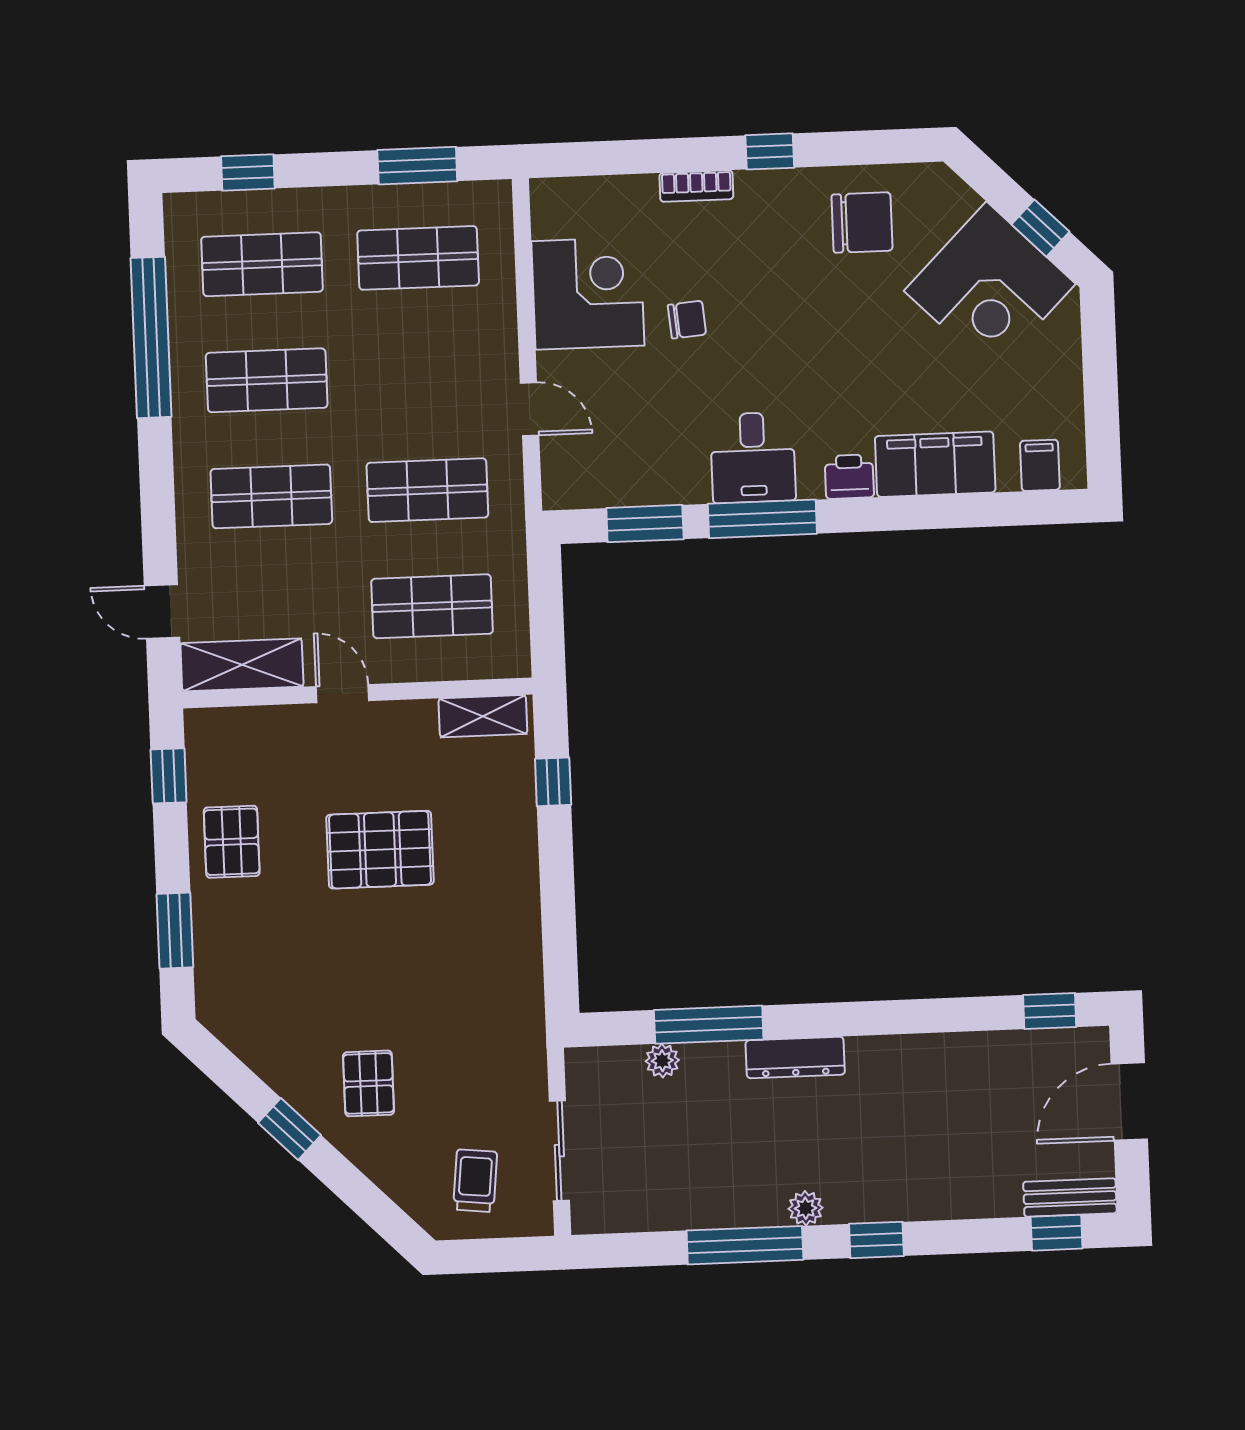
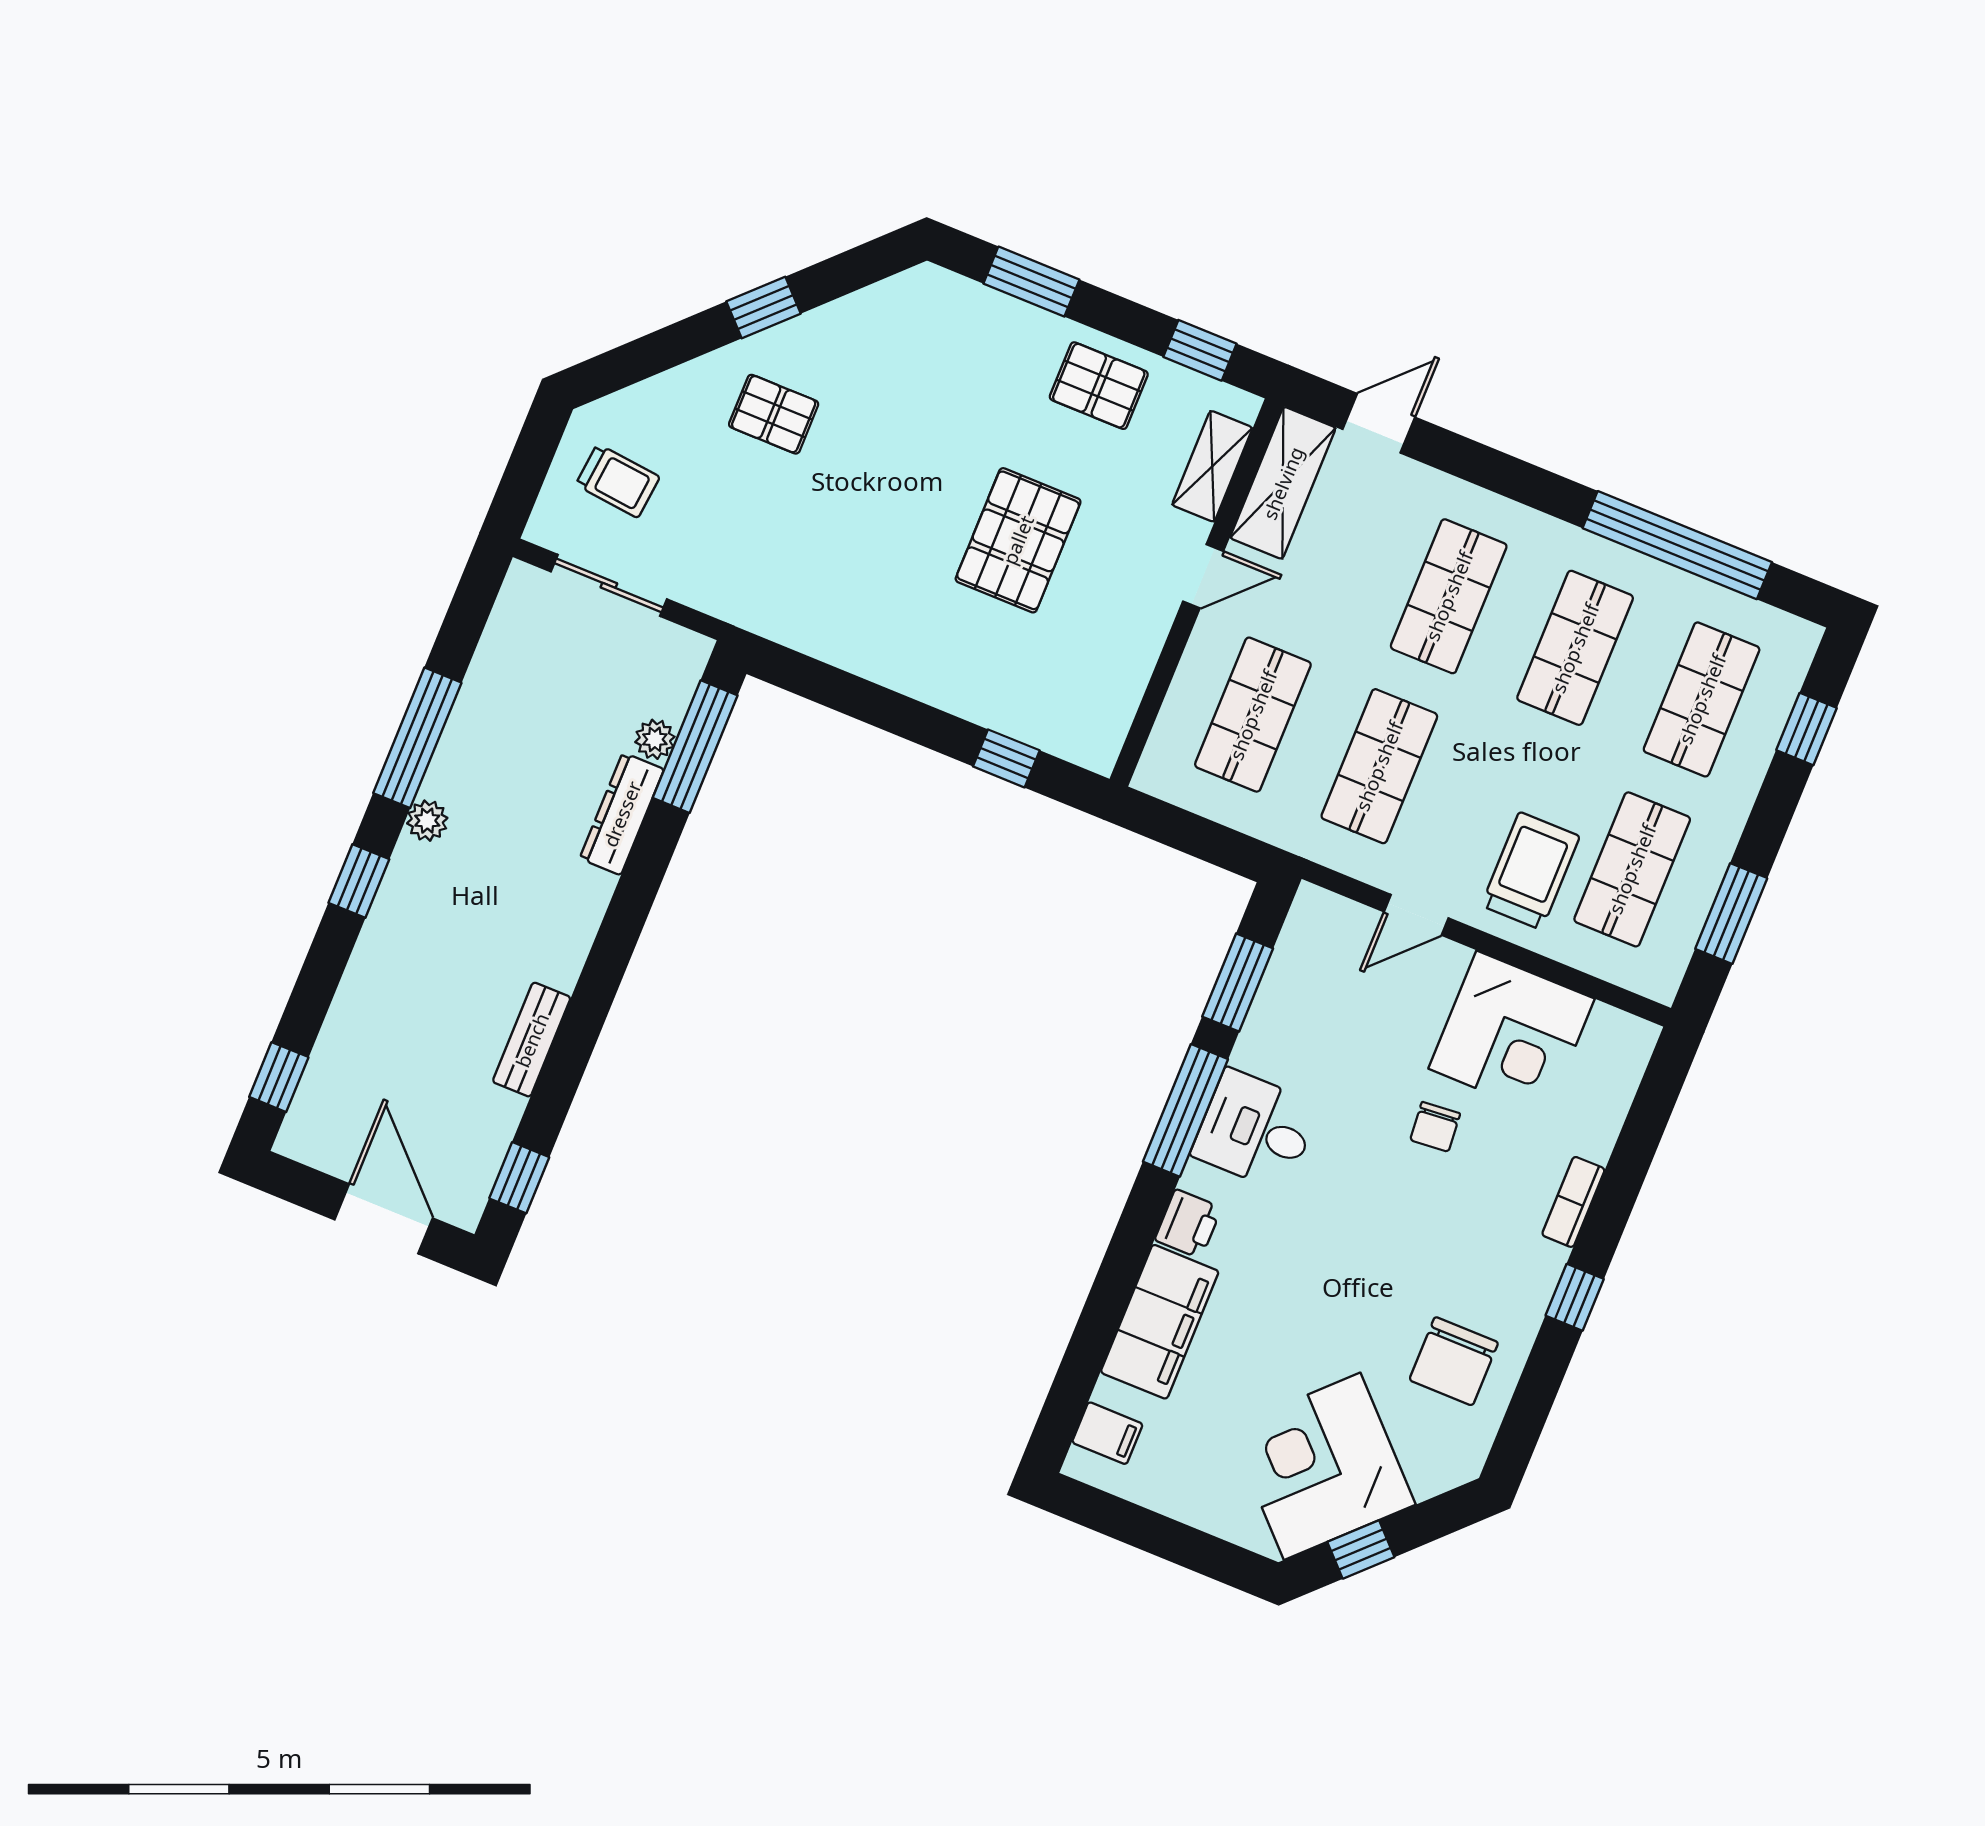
trolley: (455, 336) -> (1530, 871), added
shelving: (483, 716) -> (1212, 466), moved
window: (709, 1025) -> (695, 747), moved
dresser: (795, 1057) -> (622, 814), moved
bench: (1070, 1197) -> (532, 1040), moved

